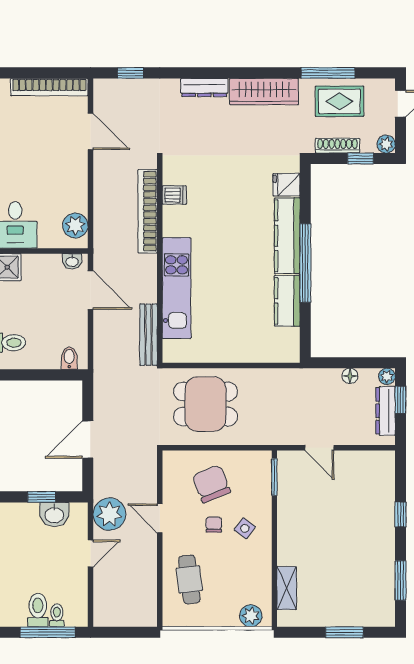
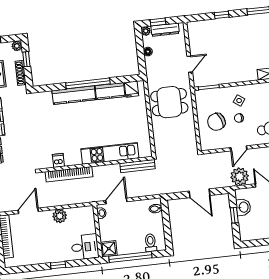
fridge: (286, 185) -> (131, 89), moved
plant: (75, 225) -> (60, 216), moved
dining table: (206, 404) -> (169, 102), moved, turned 90

